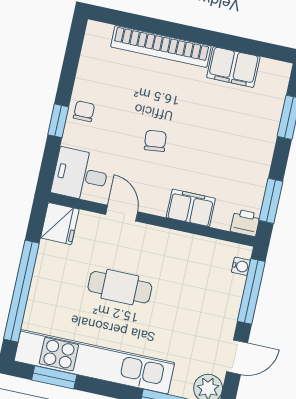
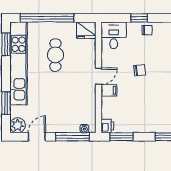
filing cabinet: (191, 208) -> (109, 90), width x0.50
door: (122, 213) -> (98, 76), moved
cafe table: (120, 287) -> (55, 55), moved
door: (237, 357) -> (37, 137), swing flipped

